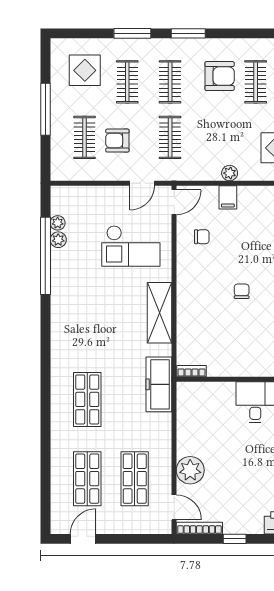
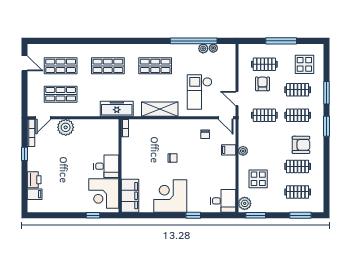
armchair: (220, 76) -> (301, 145), turned -90
shop shelf: (87, 320) -> (155, 66), added

